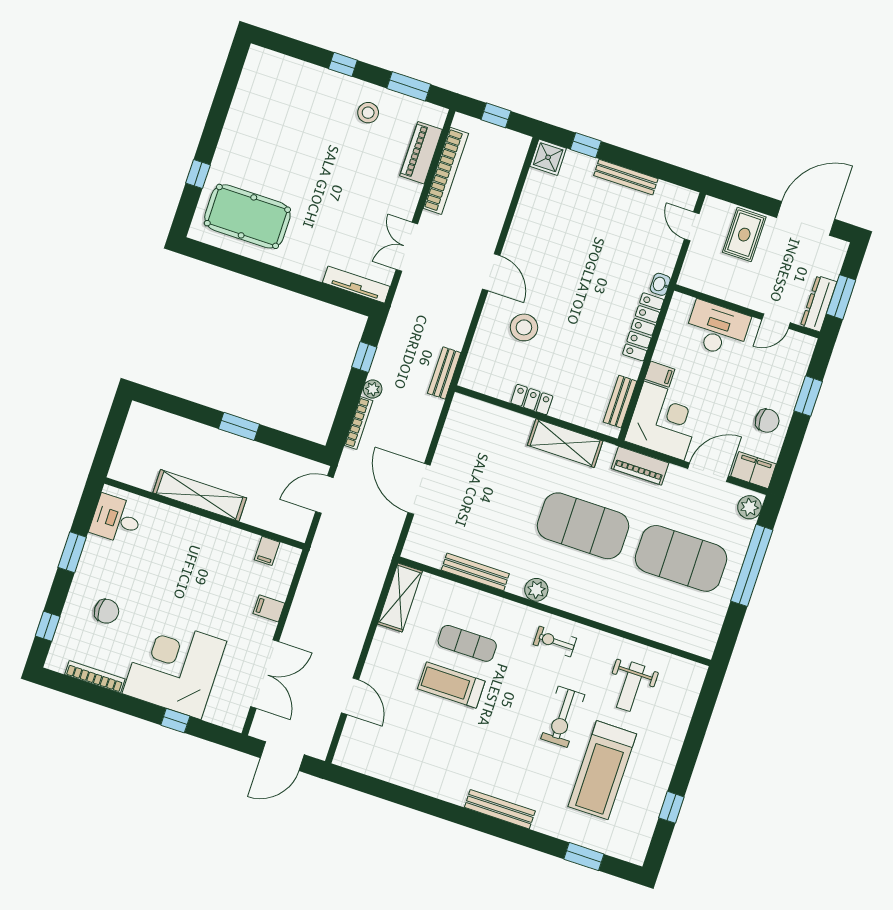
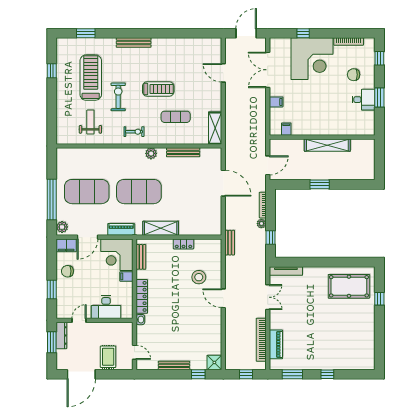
stool: (368, 113) -> (308, 355), removed
desk: (116, 519) -> (364, 100), moved
treadmill: (451, 685) -> (158, 89), moved

